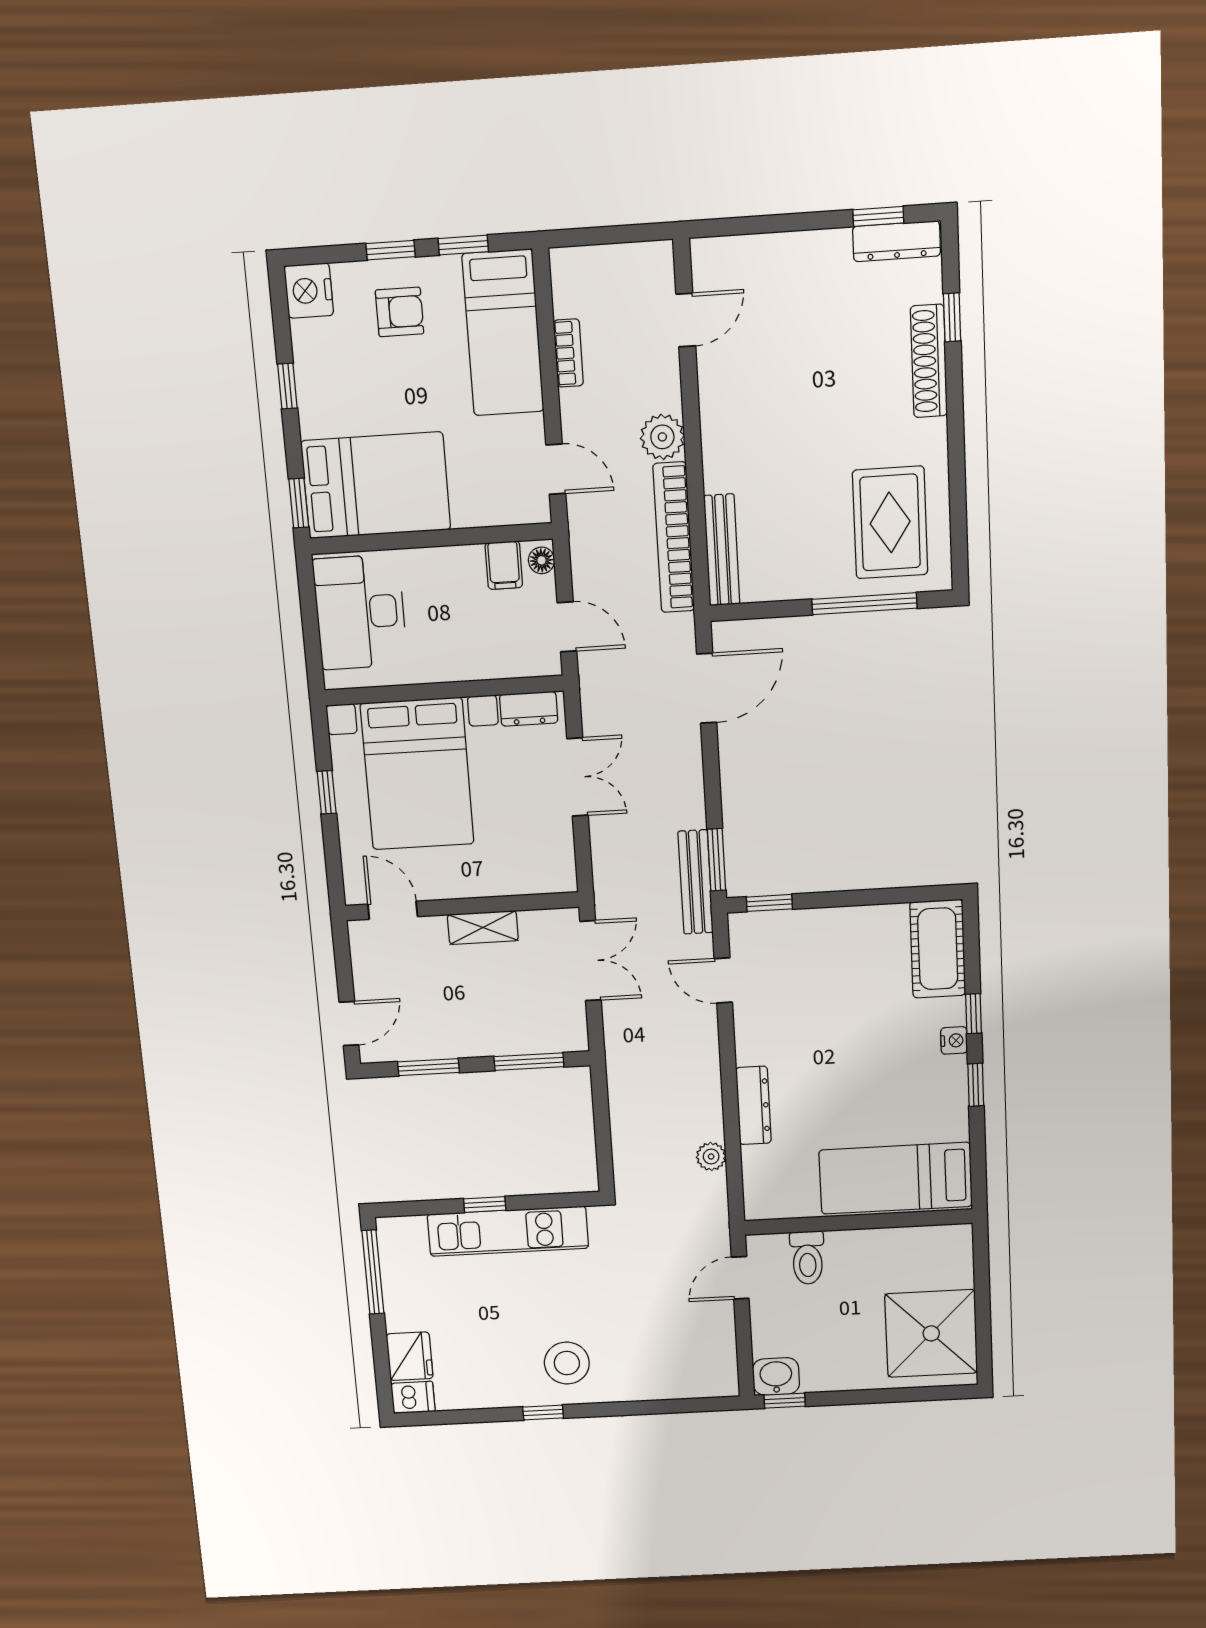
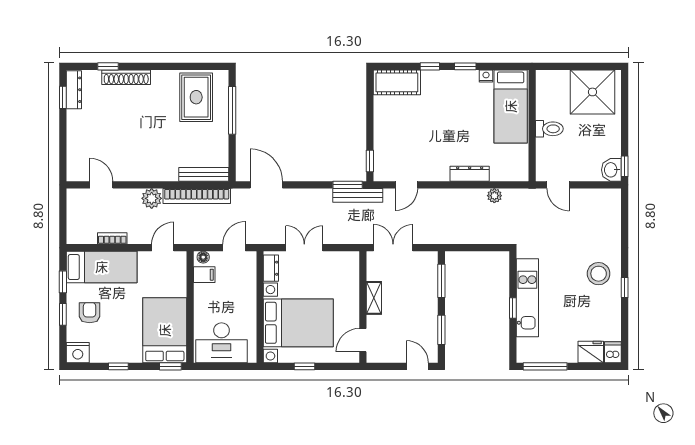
rug: (890, 522) -> (196, 97), turned 90
nightstand: (954, 1040) -> (486, 76), moved
toilet: (807, 1258) -> (549, 129), moved

